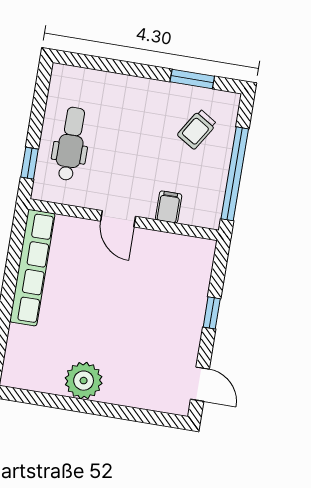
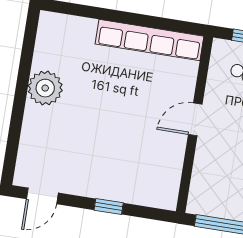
filing cabinet: (169, 207) -> (207, 166), removed

